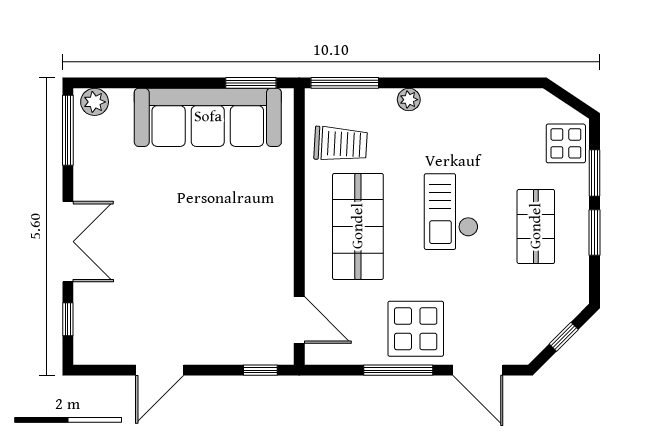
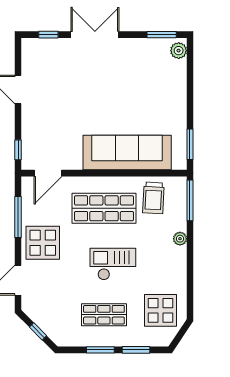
sofa: (208, 117) -> (127, 152), moved, turned 90
window: (68, 130) -> (162, 35), width x0.69
display table: (566, 143) -> (161, 310), moved, width x1.36, depth x1.36
double door: (68, 242) -> (95, 35), swing flipped
window: (398, 370) -> (18, 217), moved

